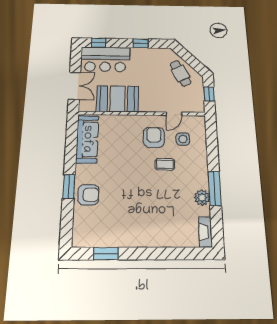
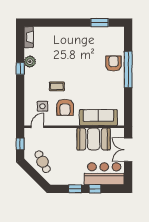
window: (99, 43) -> (95, 189), moved
door: (174, 114) -> (37, 127), moved
sofa: (87, 139) -> (98, 118), moved, turned 90
window: (69, 187) -> (128, 69), width x2.11
window: (215, 188) -> (20, 68), width x0.46
armchair: (88, 195) -> (114, 63), turned 90

